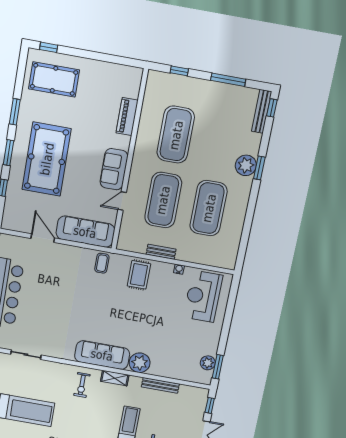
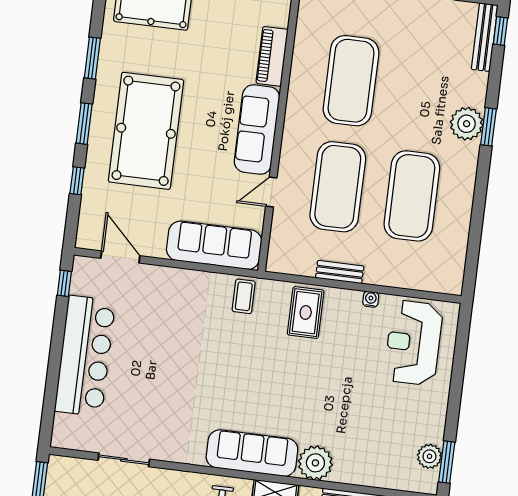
sofa: (114, 169) -> (257, 130), width x1.36
door: (43, 238) -> (120, 257), moved

